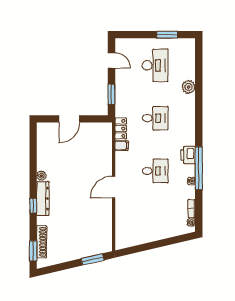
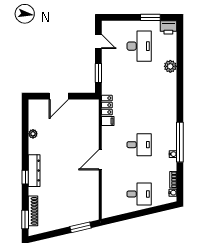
desk: (155, 118) -> (139, 194), moved
printer: (188, 155) -> (168, 27), moved, turned -90
plant: (41, 176) -> (33, 134), moved

